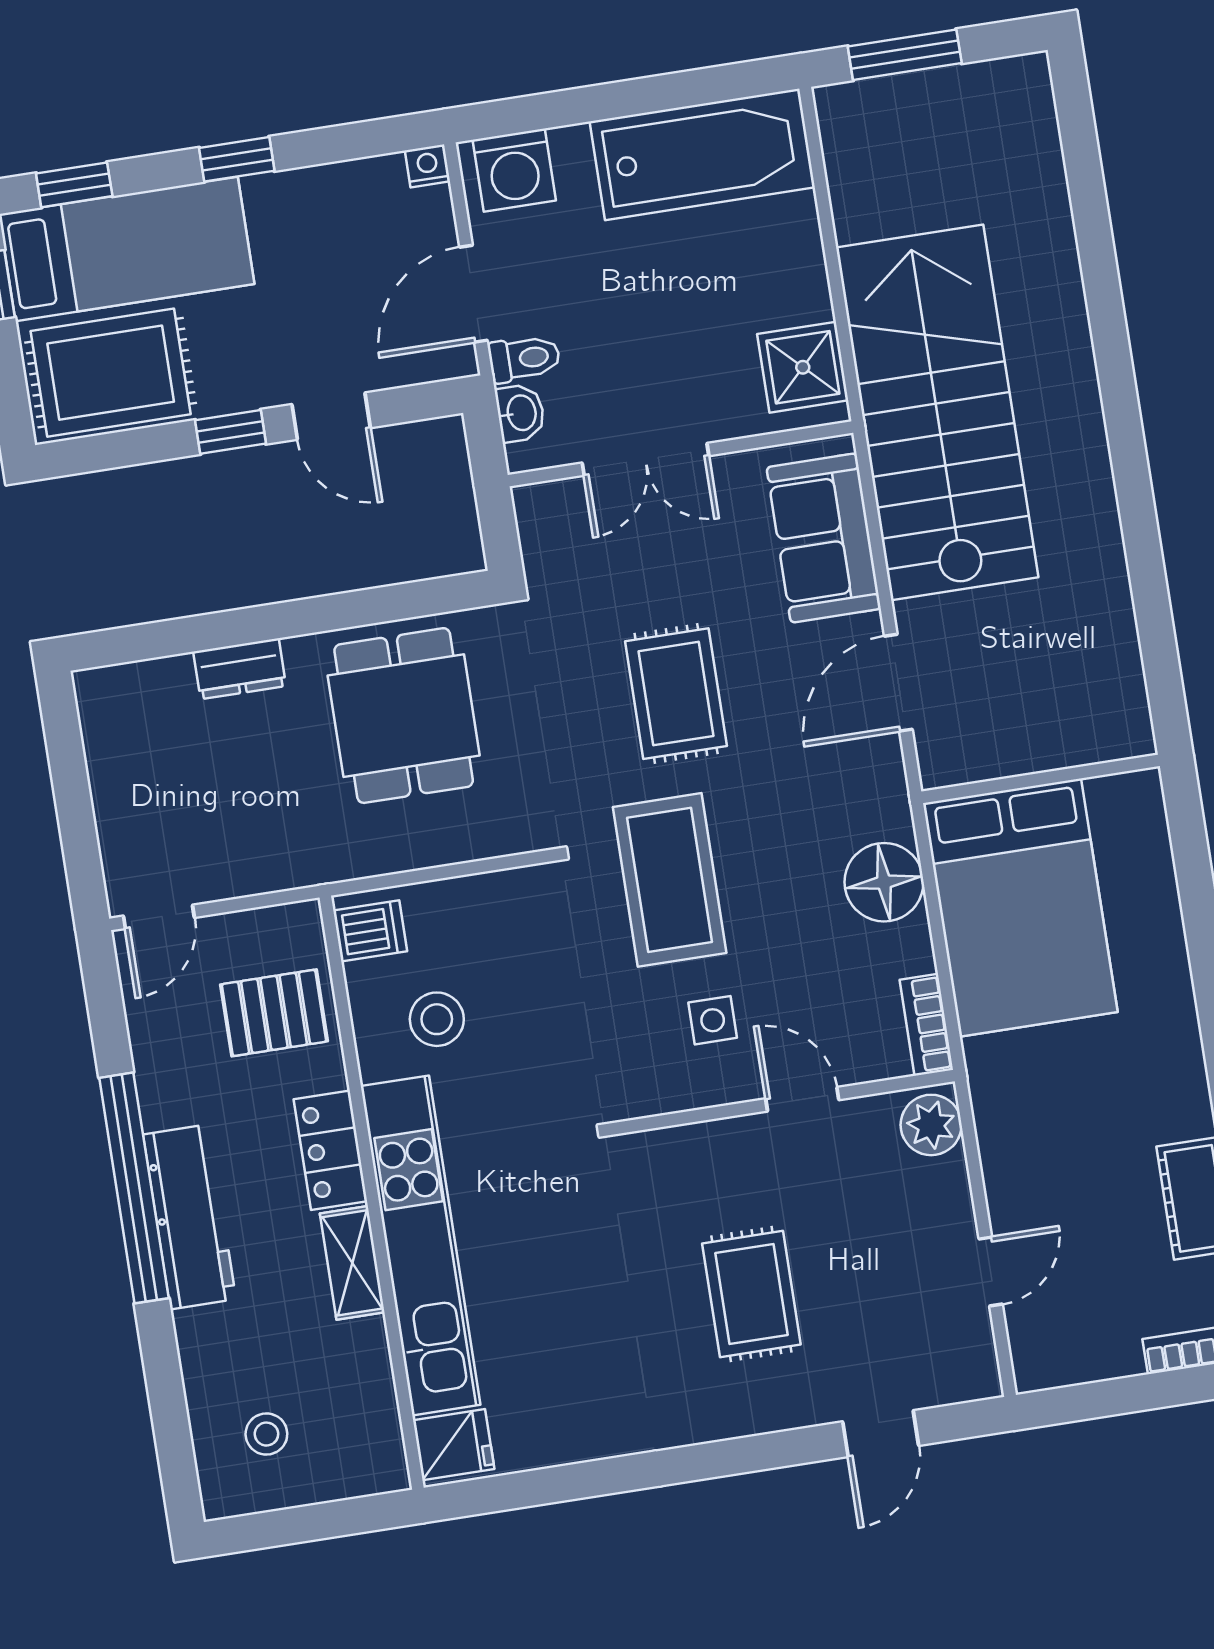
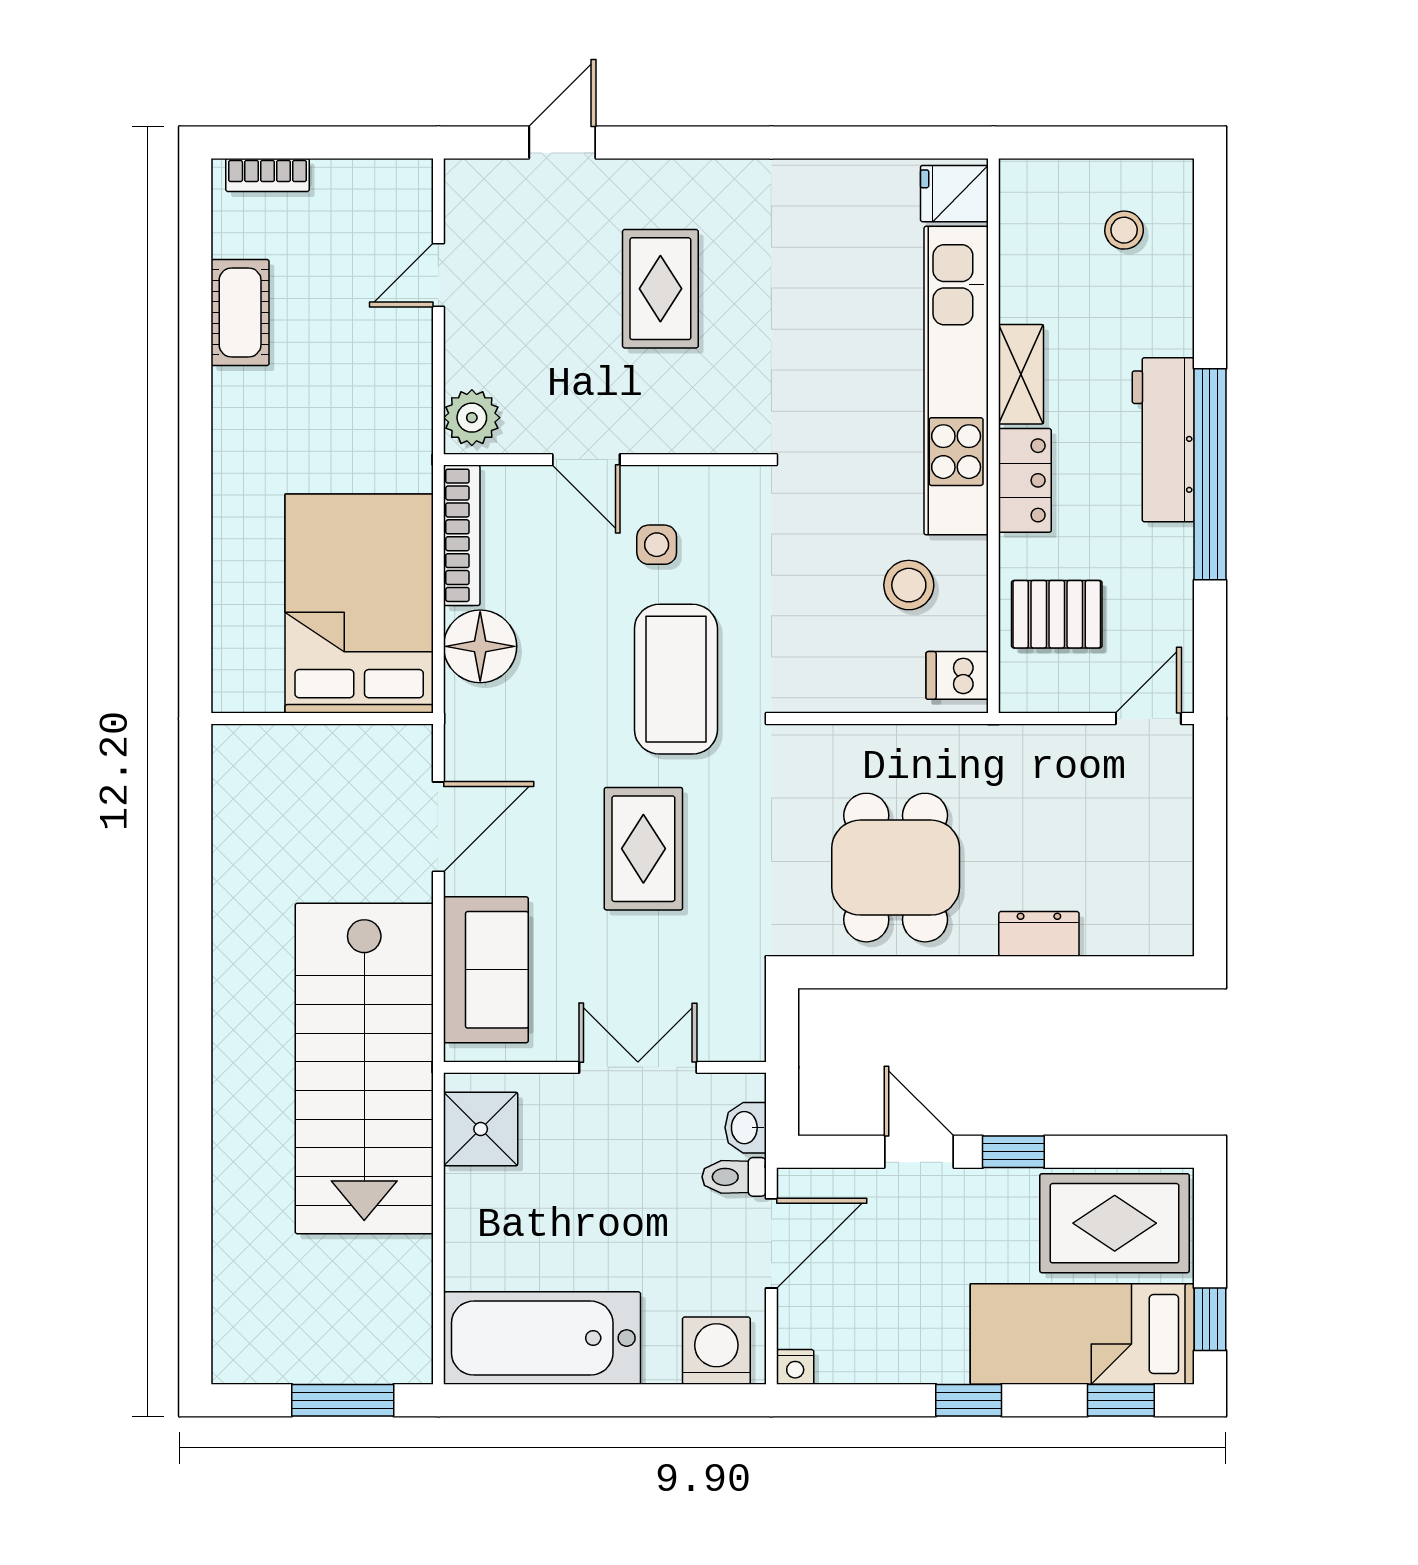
bookcase: (926, 1025) -> (462, 535), width x1.56

